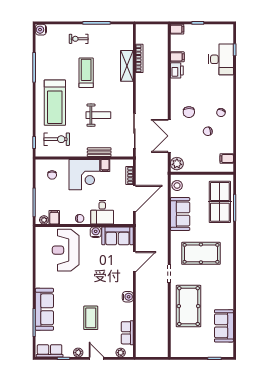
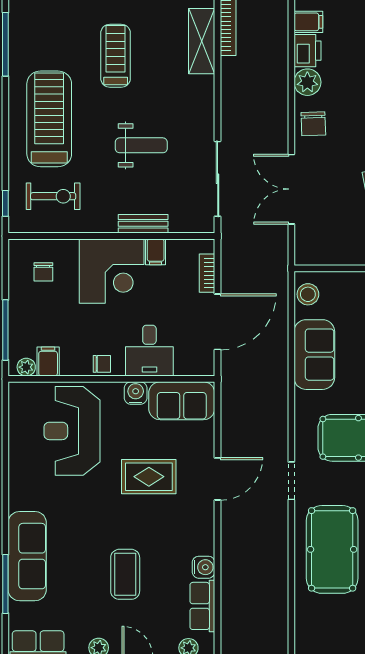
treadmill: (55, 103) -> (49, 119), turned 180
chair: (189, 112) -> (313, 124), moved
plant: (177, 164) -> (307, 82), moved
door: (134, 262) -> (218, 479), moved
rug: (102, 272) -> (149, 477), added
water cooler: (128, 297) -> (204, 567), moved

